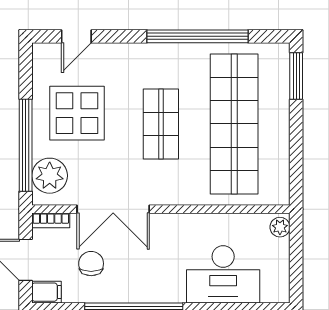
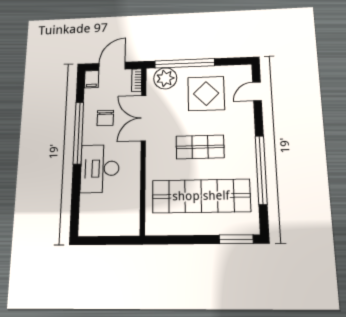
door: (76, 36) -> (257, 91), hinge flipped
plant: (280, 227) -> (130, 229), removed
chair: (91, 264) -> (105, 118), moved, turned 90
desk: (223, 274) -> (100, 168), moved

